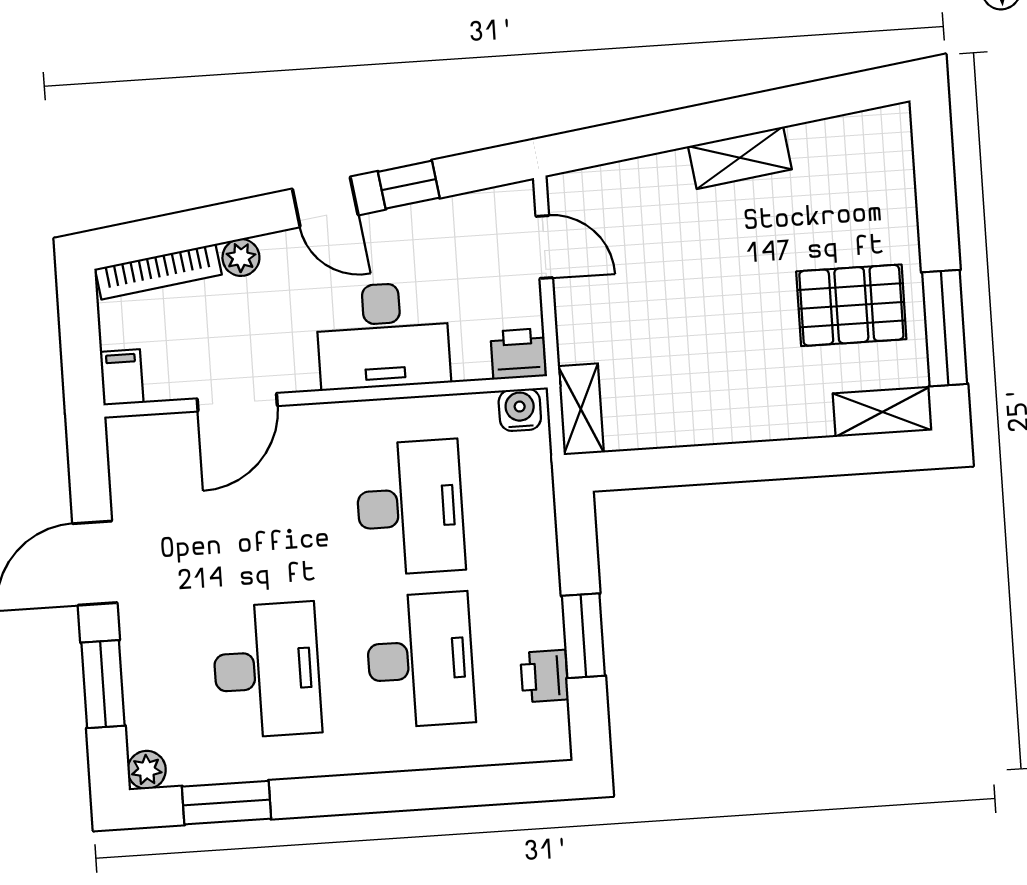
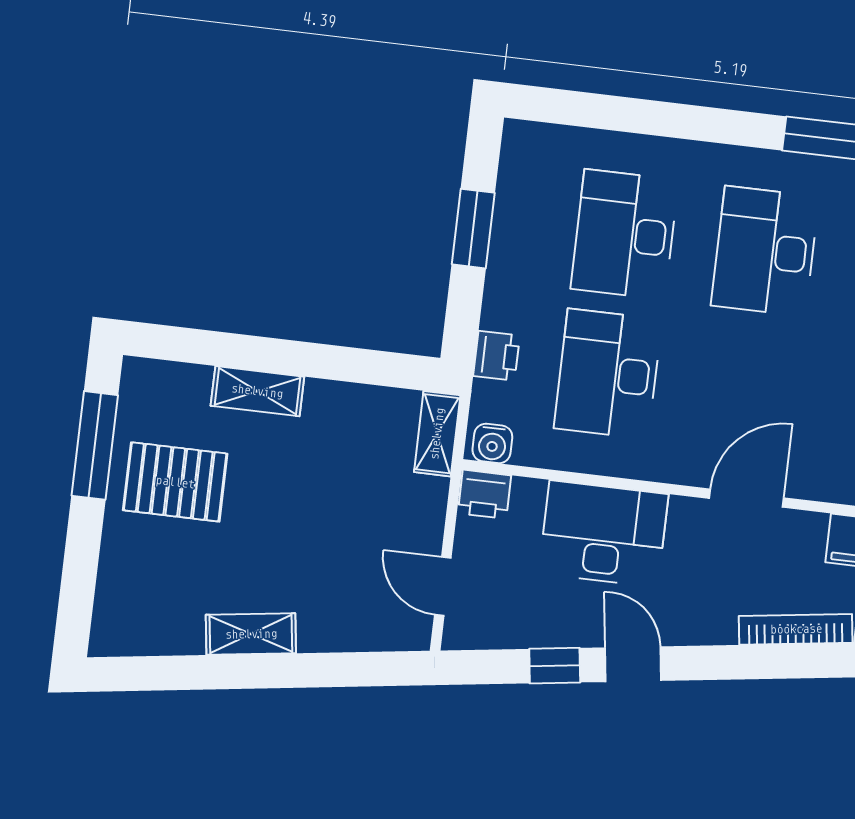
plant: (241, 257) -> (719, 628), removed
shelving: (883, 412) -> (257, 391), moved
printer: (544, 676) -> (496, 356), moved

